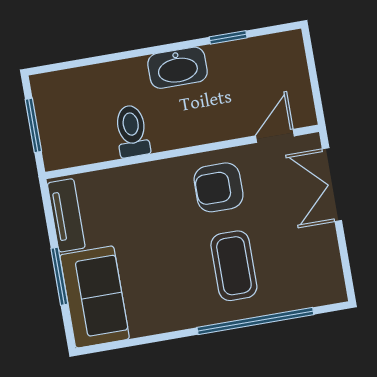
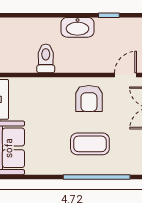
armchair: (219, 187) -> (89, 98), turned -90
coffee table: (234, 266) -> (90, 144), turned 90

